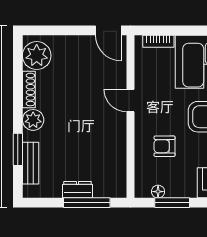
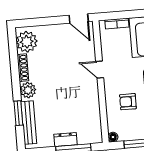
bench: (31, 163) -> (29, 123), width x1.36
floor lamp: (158, 192) -> (113, 137), moved

